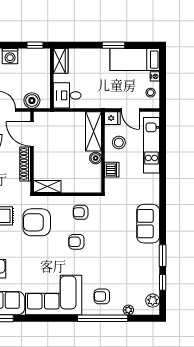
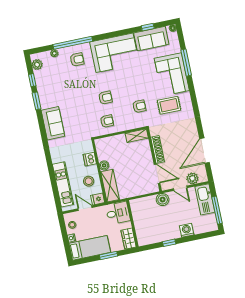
wardrobe: (61, 61) -> (129, 239), moved
wall: (52, 78) -> (133, 224), moved
desk: (67, 95) -> (118, 213), moved
armchair: (37, 222) -> (139, 106), width x0.53, depth x0.53

